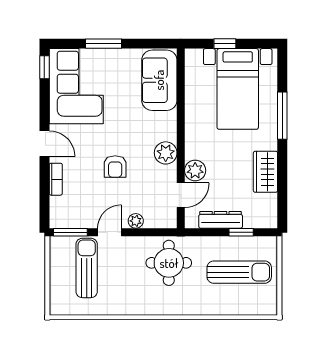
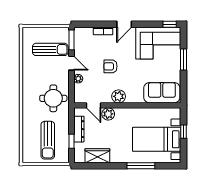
wardrobe: (265, 172) -> (97, 156), moved

